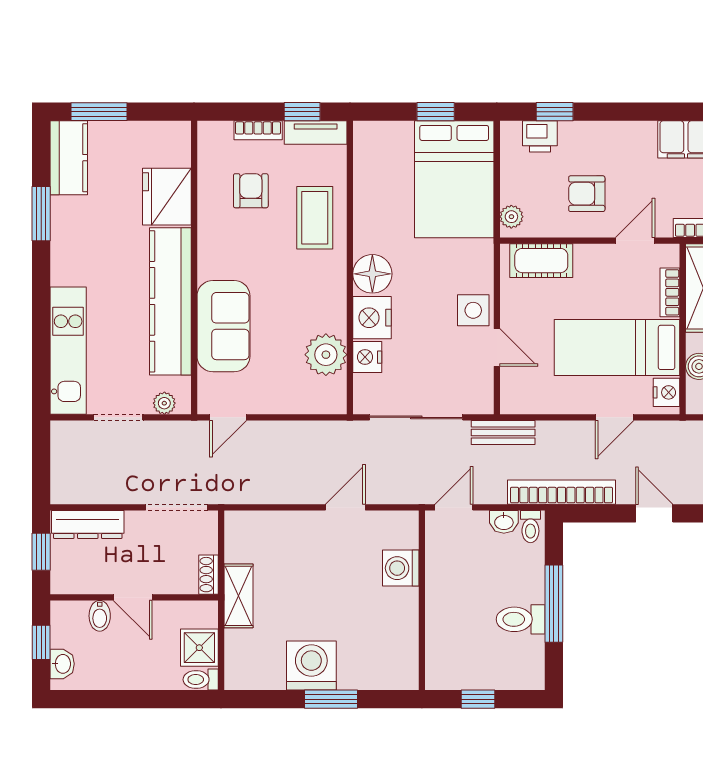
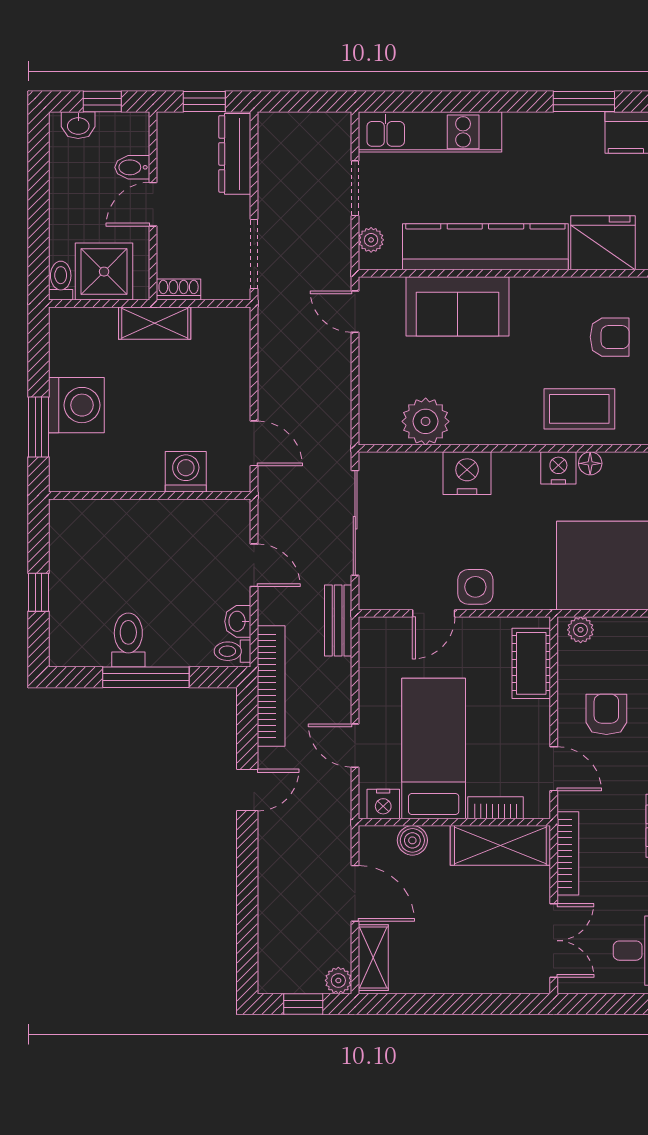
floor lamp: (372, 274) -> (590, 463), moved, width x0.53, depth x0.53
nightstand: (367, 357) -> (558, 468), moved
washing machine: (401, 568) -> (186, 472), moved
wall: (422, 600) -> (150, 496), moved
shower: (199, 648) -> (104, 272), width x1.36, depth x1.36

